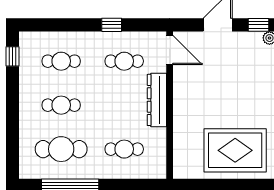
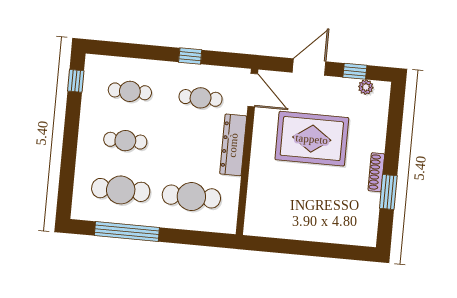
cafe table: (124, 149) -> (191, 197), width x1.37, depth x1.35
rug: (235, 150) -> (312, 139), moved

